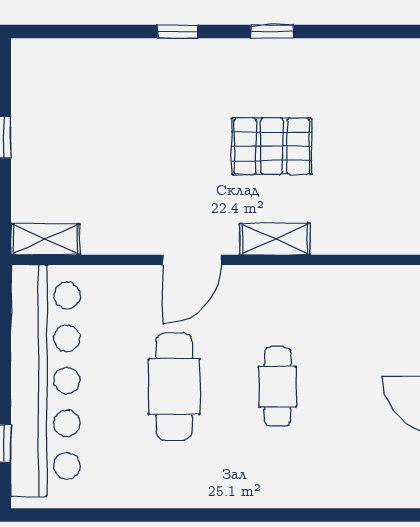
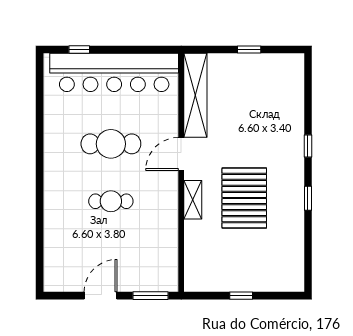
pallet: (272, 146) -> (244, 198), width x1.37, depth x1.41
shelving: (45, 239) -> (195, 95), width x2.20, depth x1.33
door: (192, 260) -> (181, 154), hinge flipped

